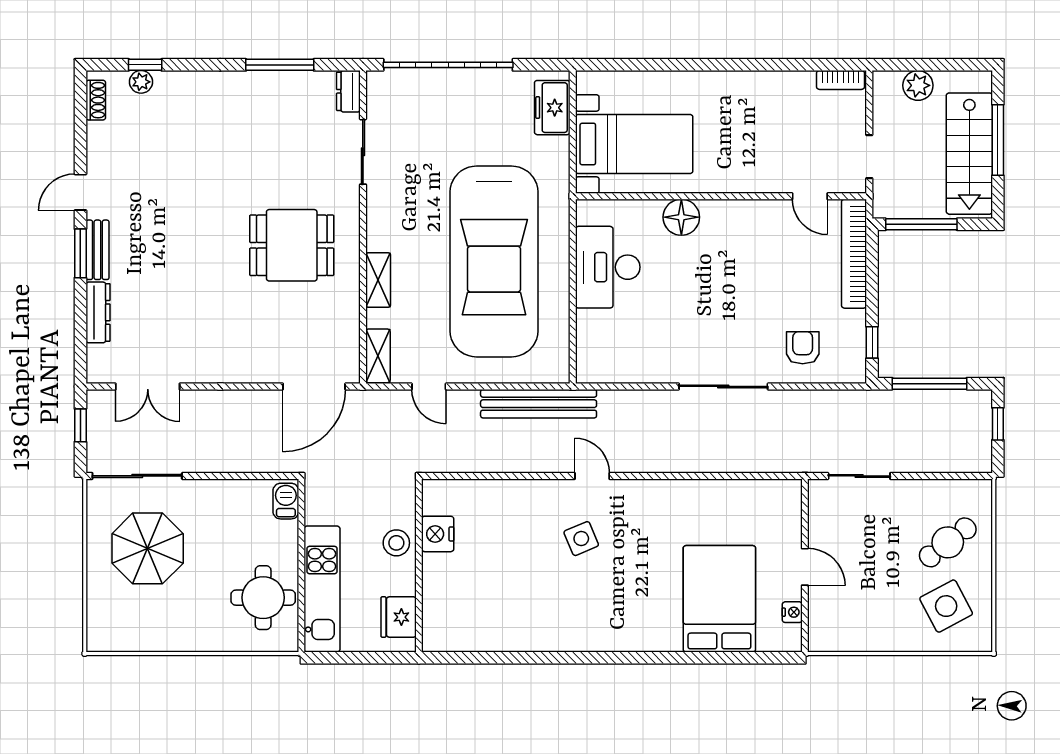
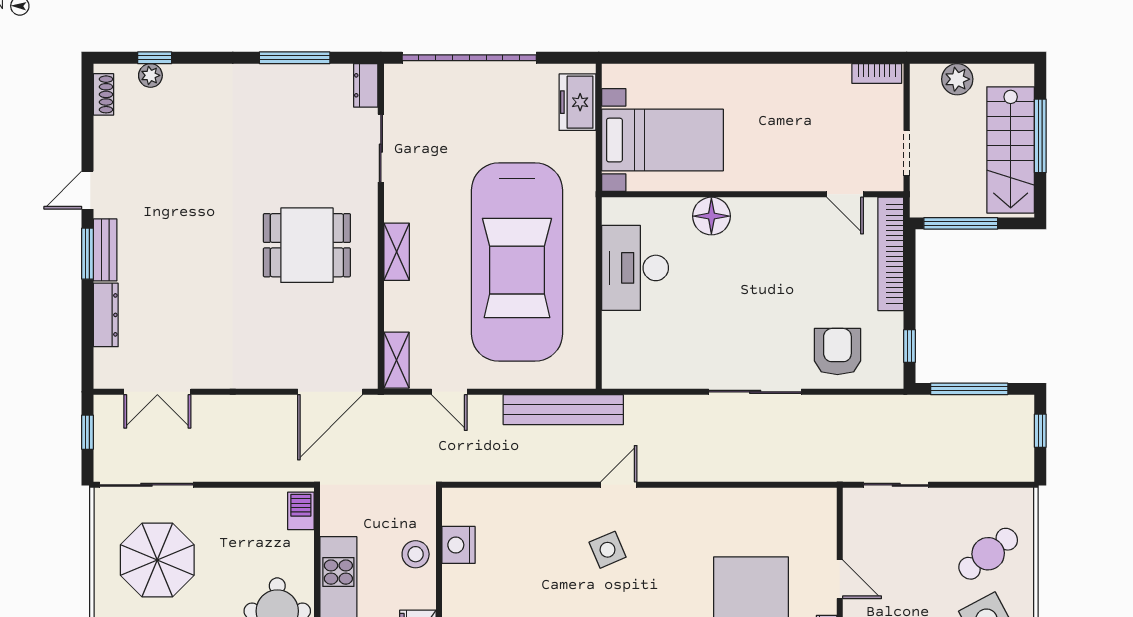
shelving: (378, 280) -> (397, 252), moved
armchair: (803, 348) -> (837, 352), width x1.38, depth x1.38
door: (592, 476) -> (619, 485), hinge flipped

